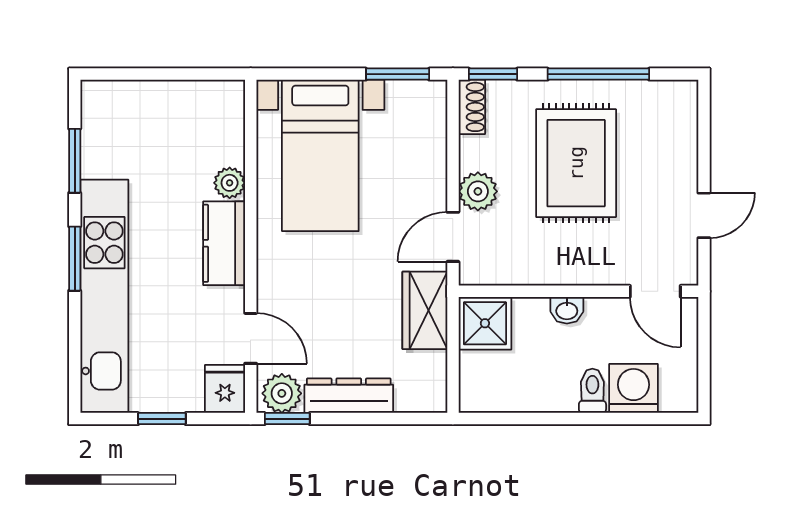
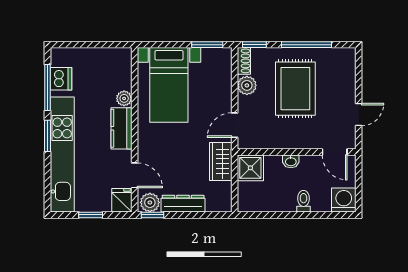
dishwasher: (102, 143) -> (61, 79), added
window: (75, 161) -> (47, 87), width x1.44
plant: (478, 191) -> (247, 85), moved
washing machine: (634, 388) -> (344, 200), moved

